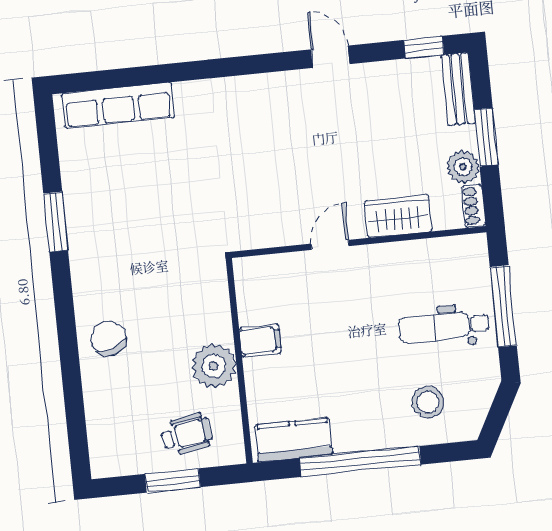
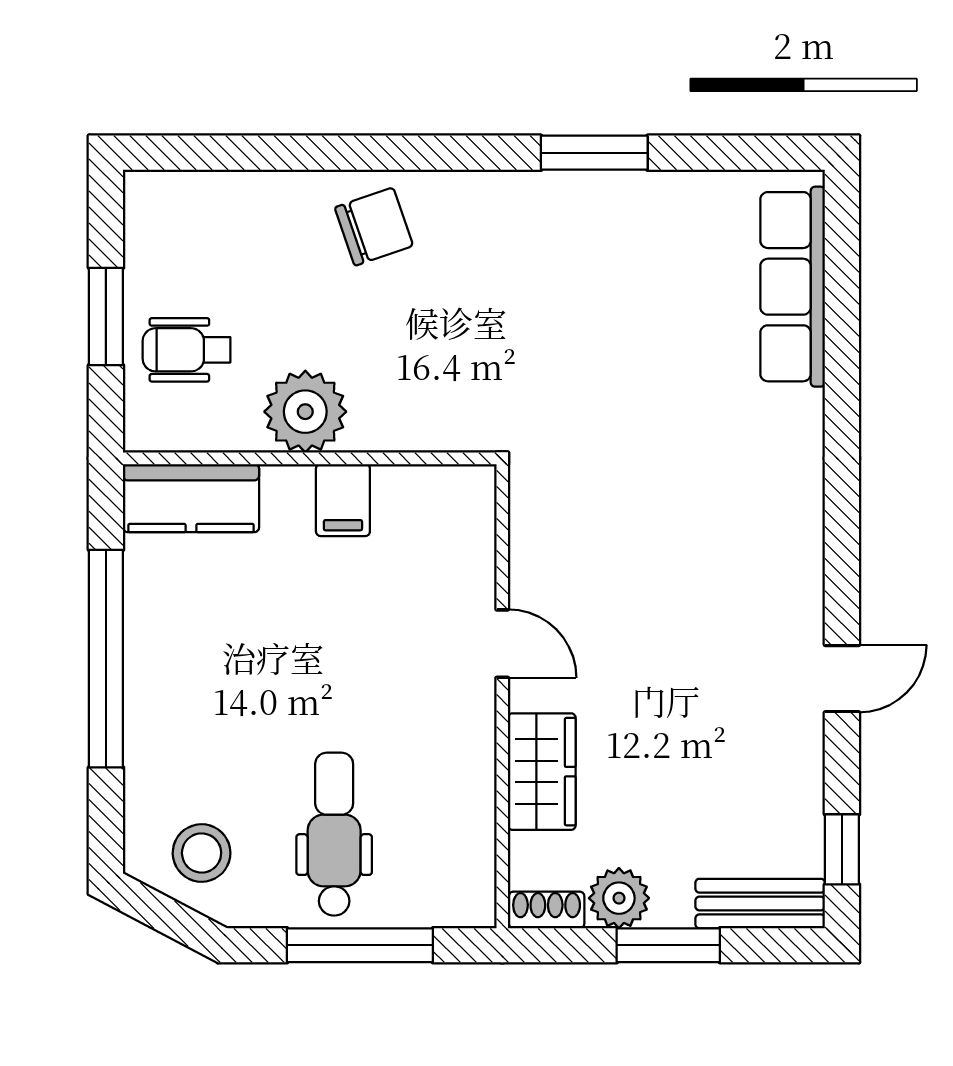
stool: (428, 402) -> (202, 853), moved
wheelchair: (187, 435) -> (186, 350), turned 100
kitchen counter: (294, 440) -> (191, 498), moved, turned 90

